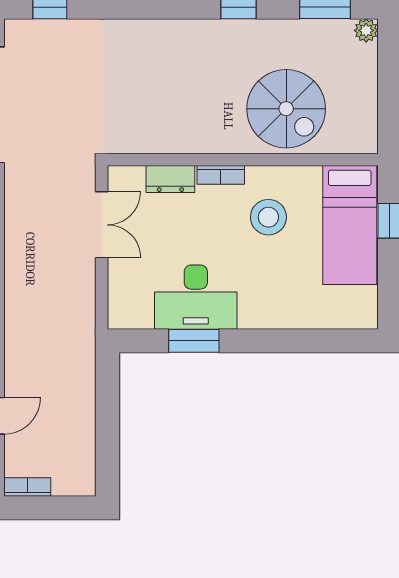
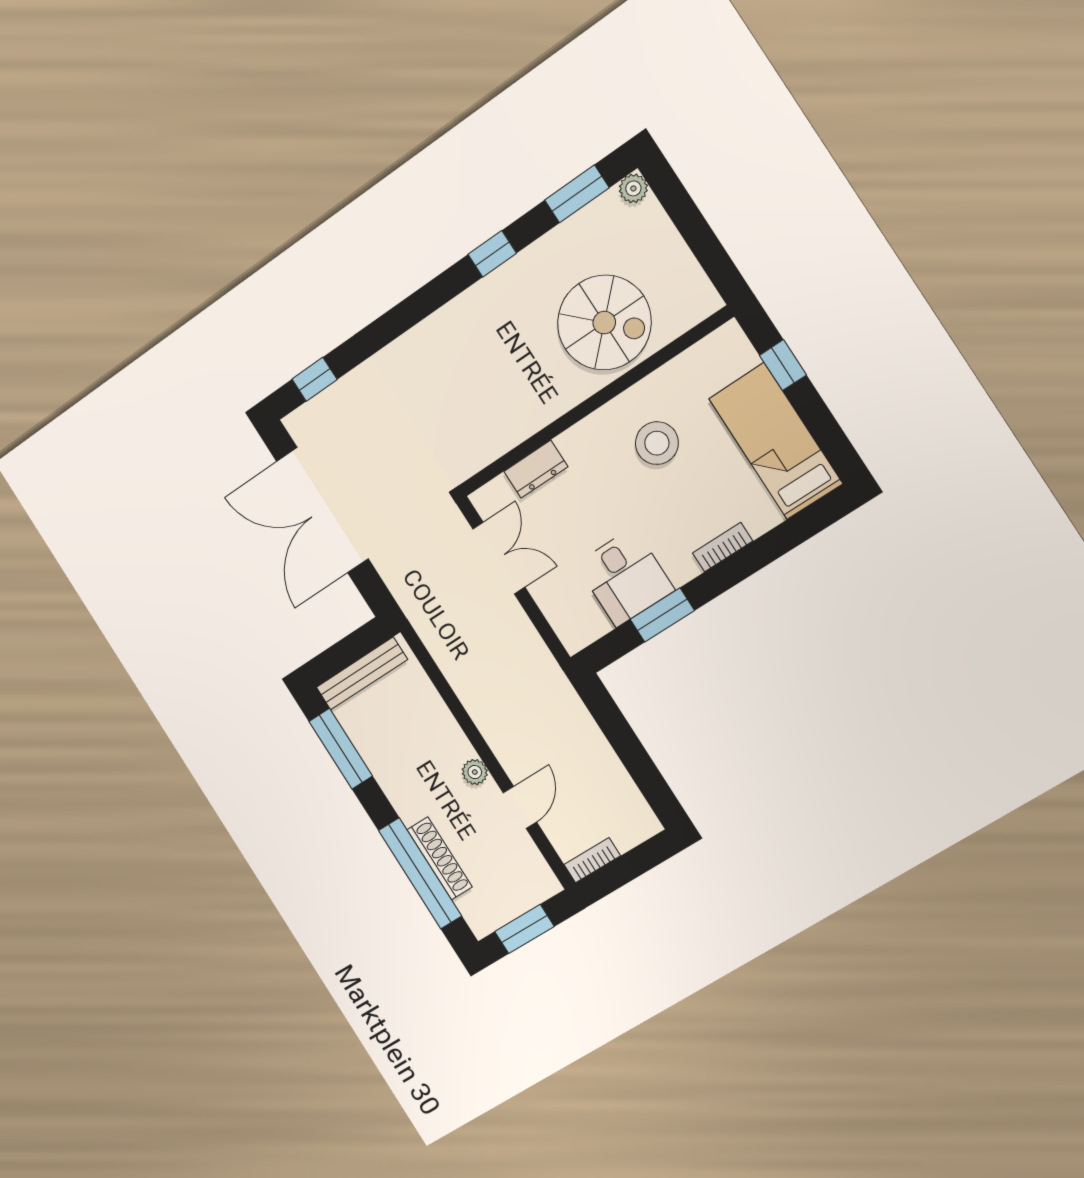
bookcase: (221, 175) -> (723, 547), moved, turned 180
bed: (350, 225) -> (776, 441), moved, turned 180
desk: (196, 297) -> (625, 577), width x0.73

